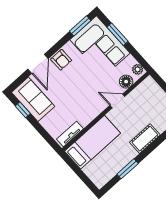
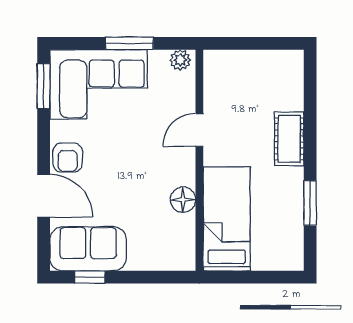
window: (118, 34) -> (129, 43), moved
armchair: (61, 60) -> (68, 157), turned 90
floor lamp: (126, 82) -> (183, 200), moved
tv unit: (70, 134) -> (186, 241), removed

